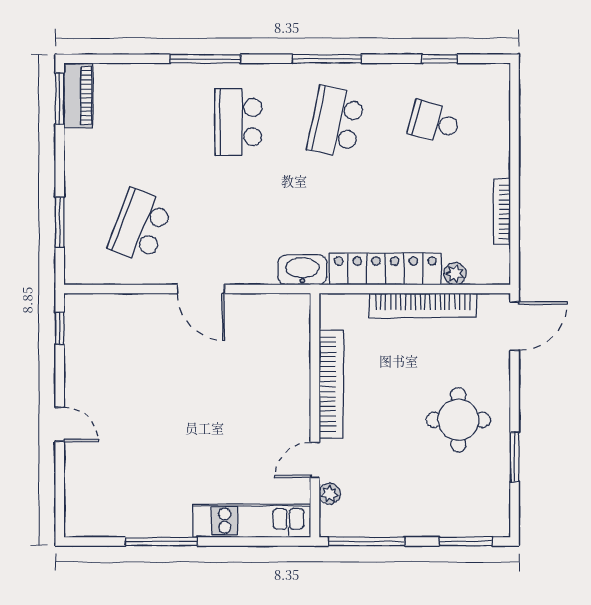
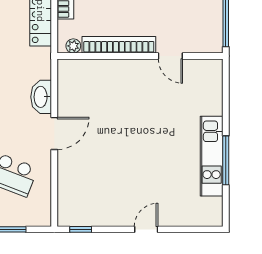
washbasin: (302, 270) -> (41, 97), moved
plant: (330, 494) -> (73, 46), moved
kitchen unit: (252, 521) -> (212, 156), moved

